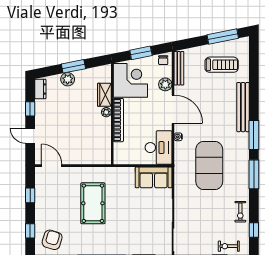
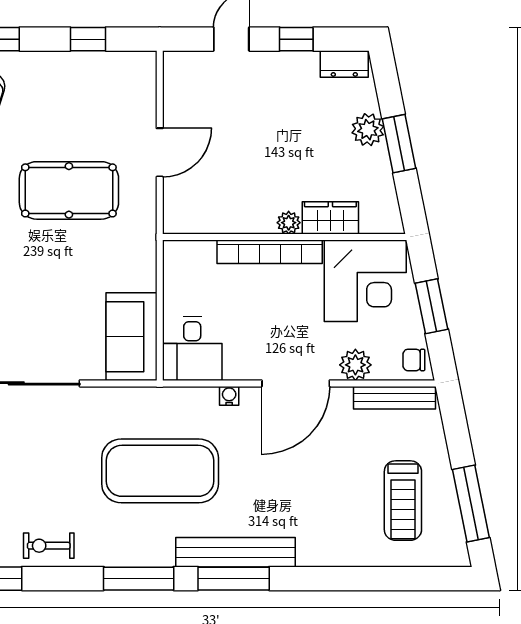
bench: (243, 107) -> (236, 552), moved
desk: (159, 148) -> (192, 349), width x0.73
door: (52, 166) -> (160, 152), moved

